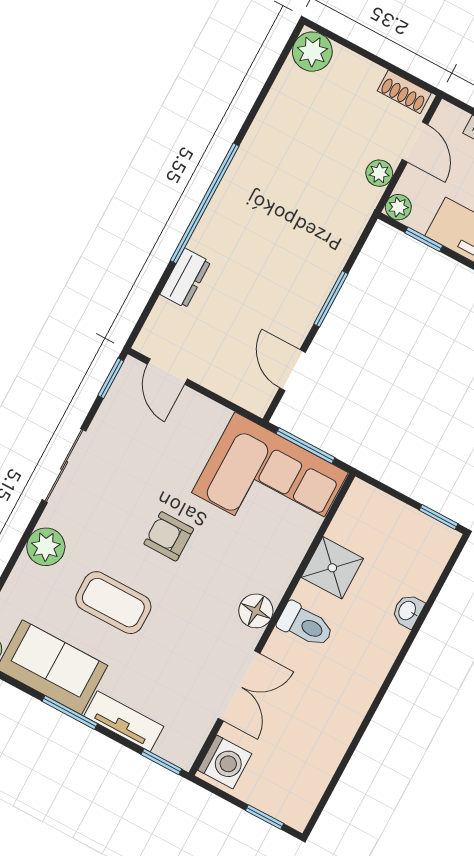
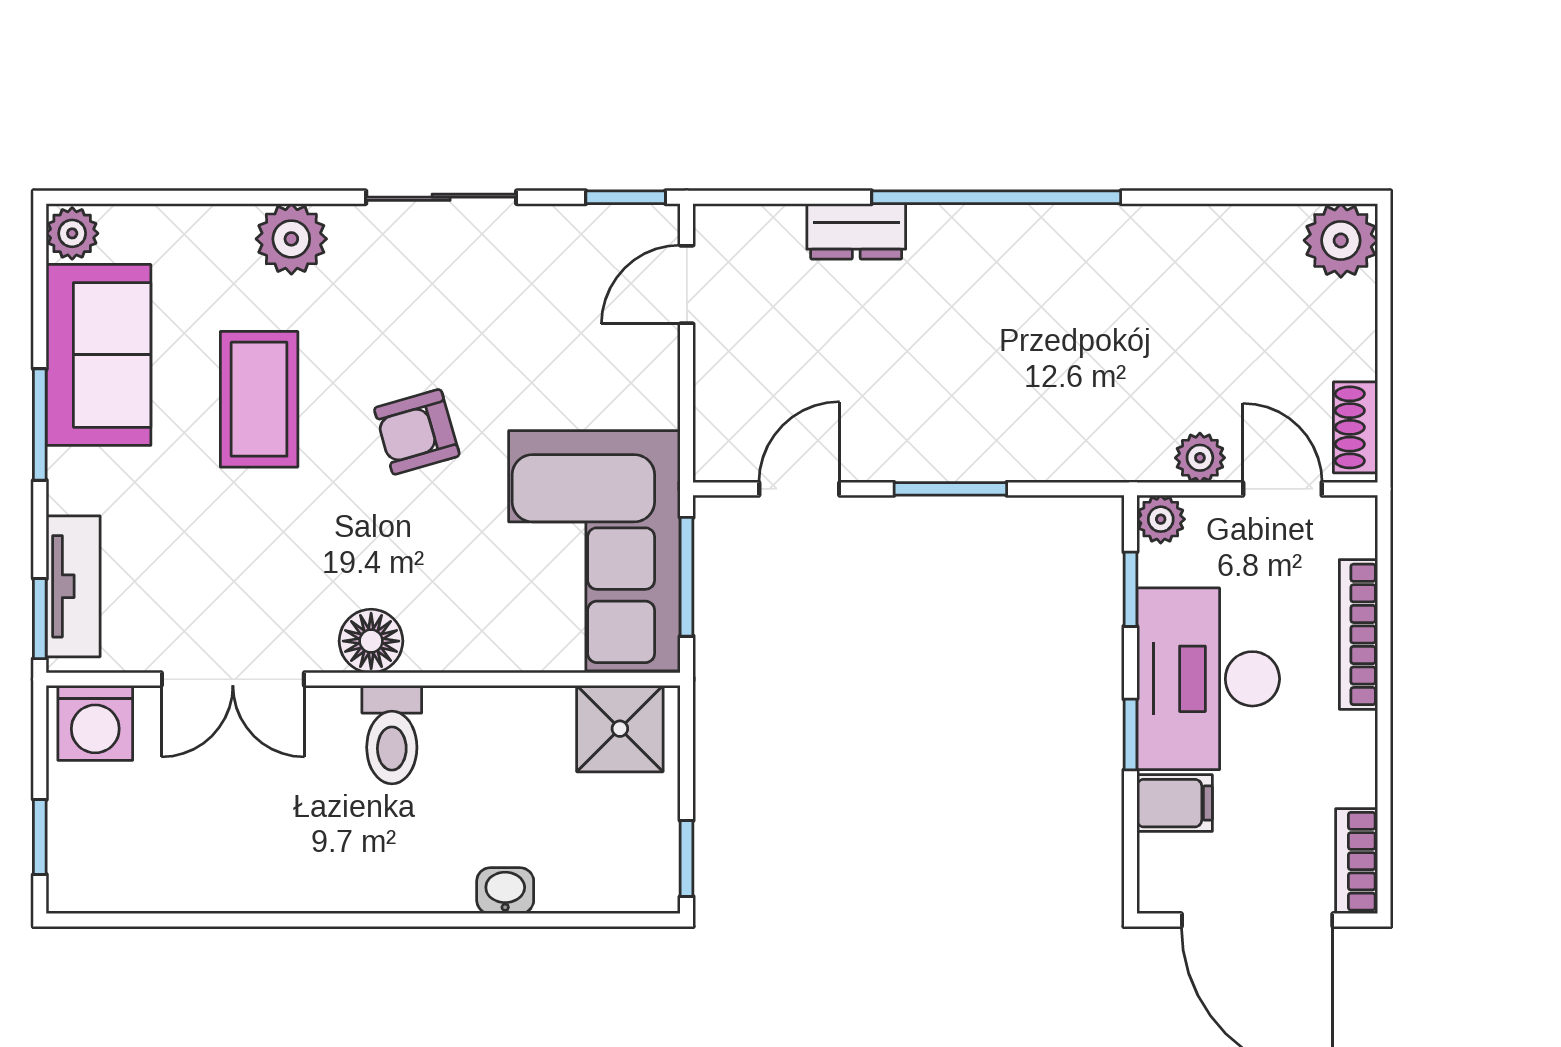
door: (415, 142) -> (1282, 489), swing flipped
armchair: (169, 536) -> (417, 432), turned -106
shower: (332, 568) -> (620, 729), moved
tv unit: (124, 721) -> (73, 586), moved

